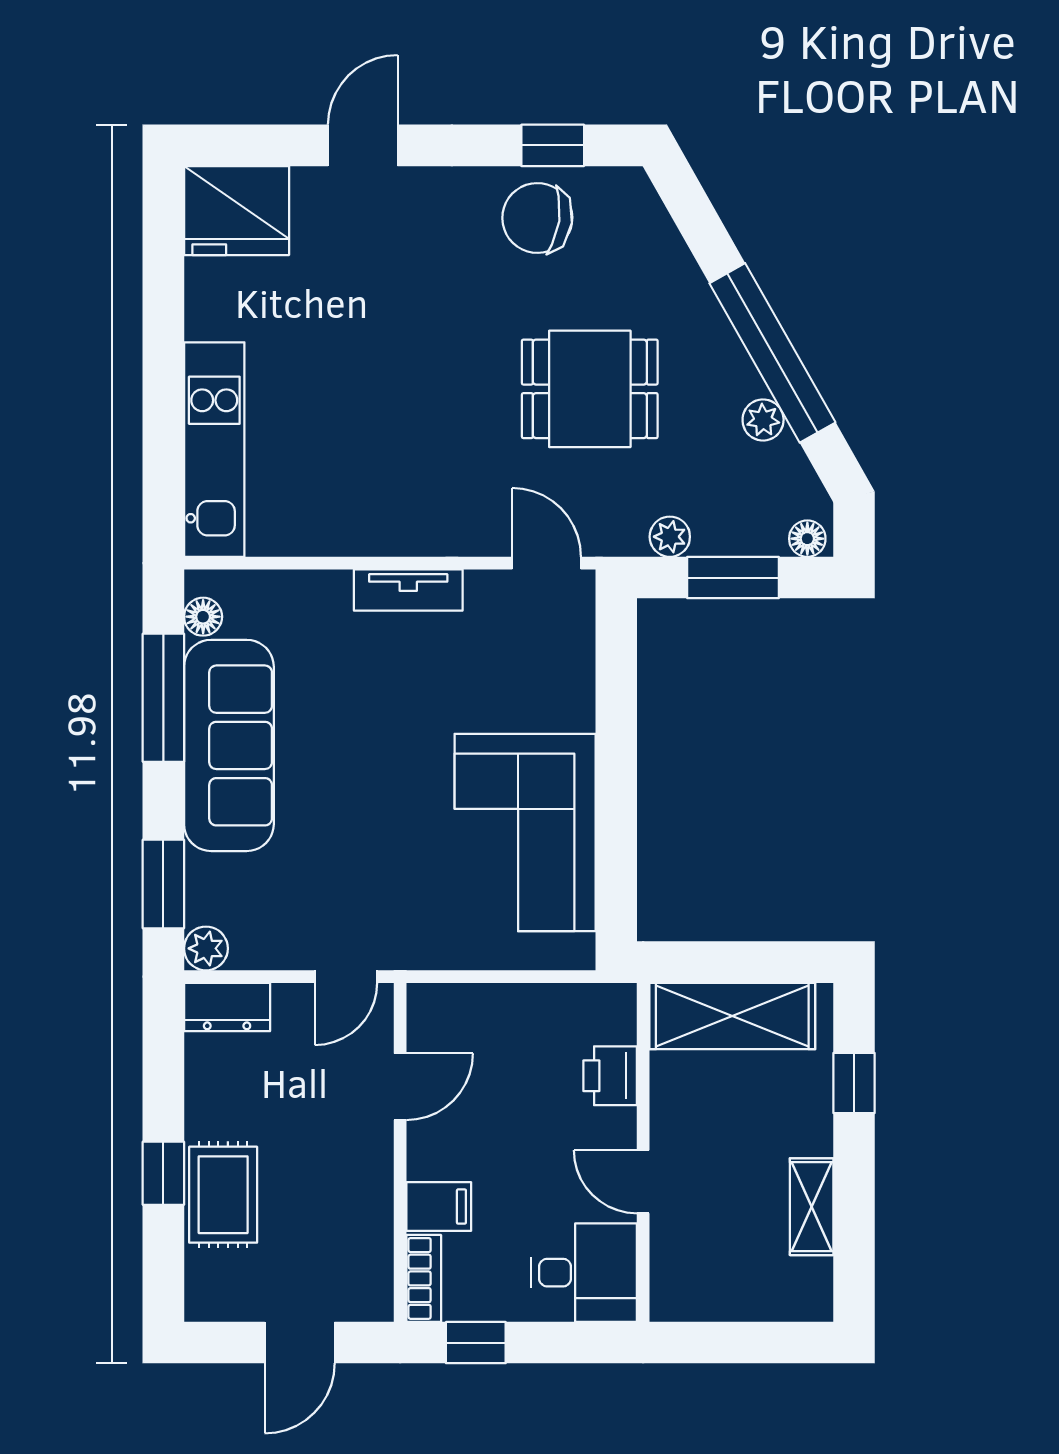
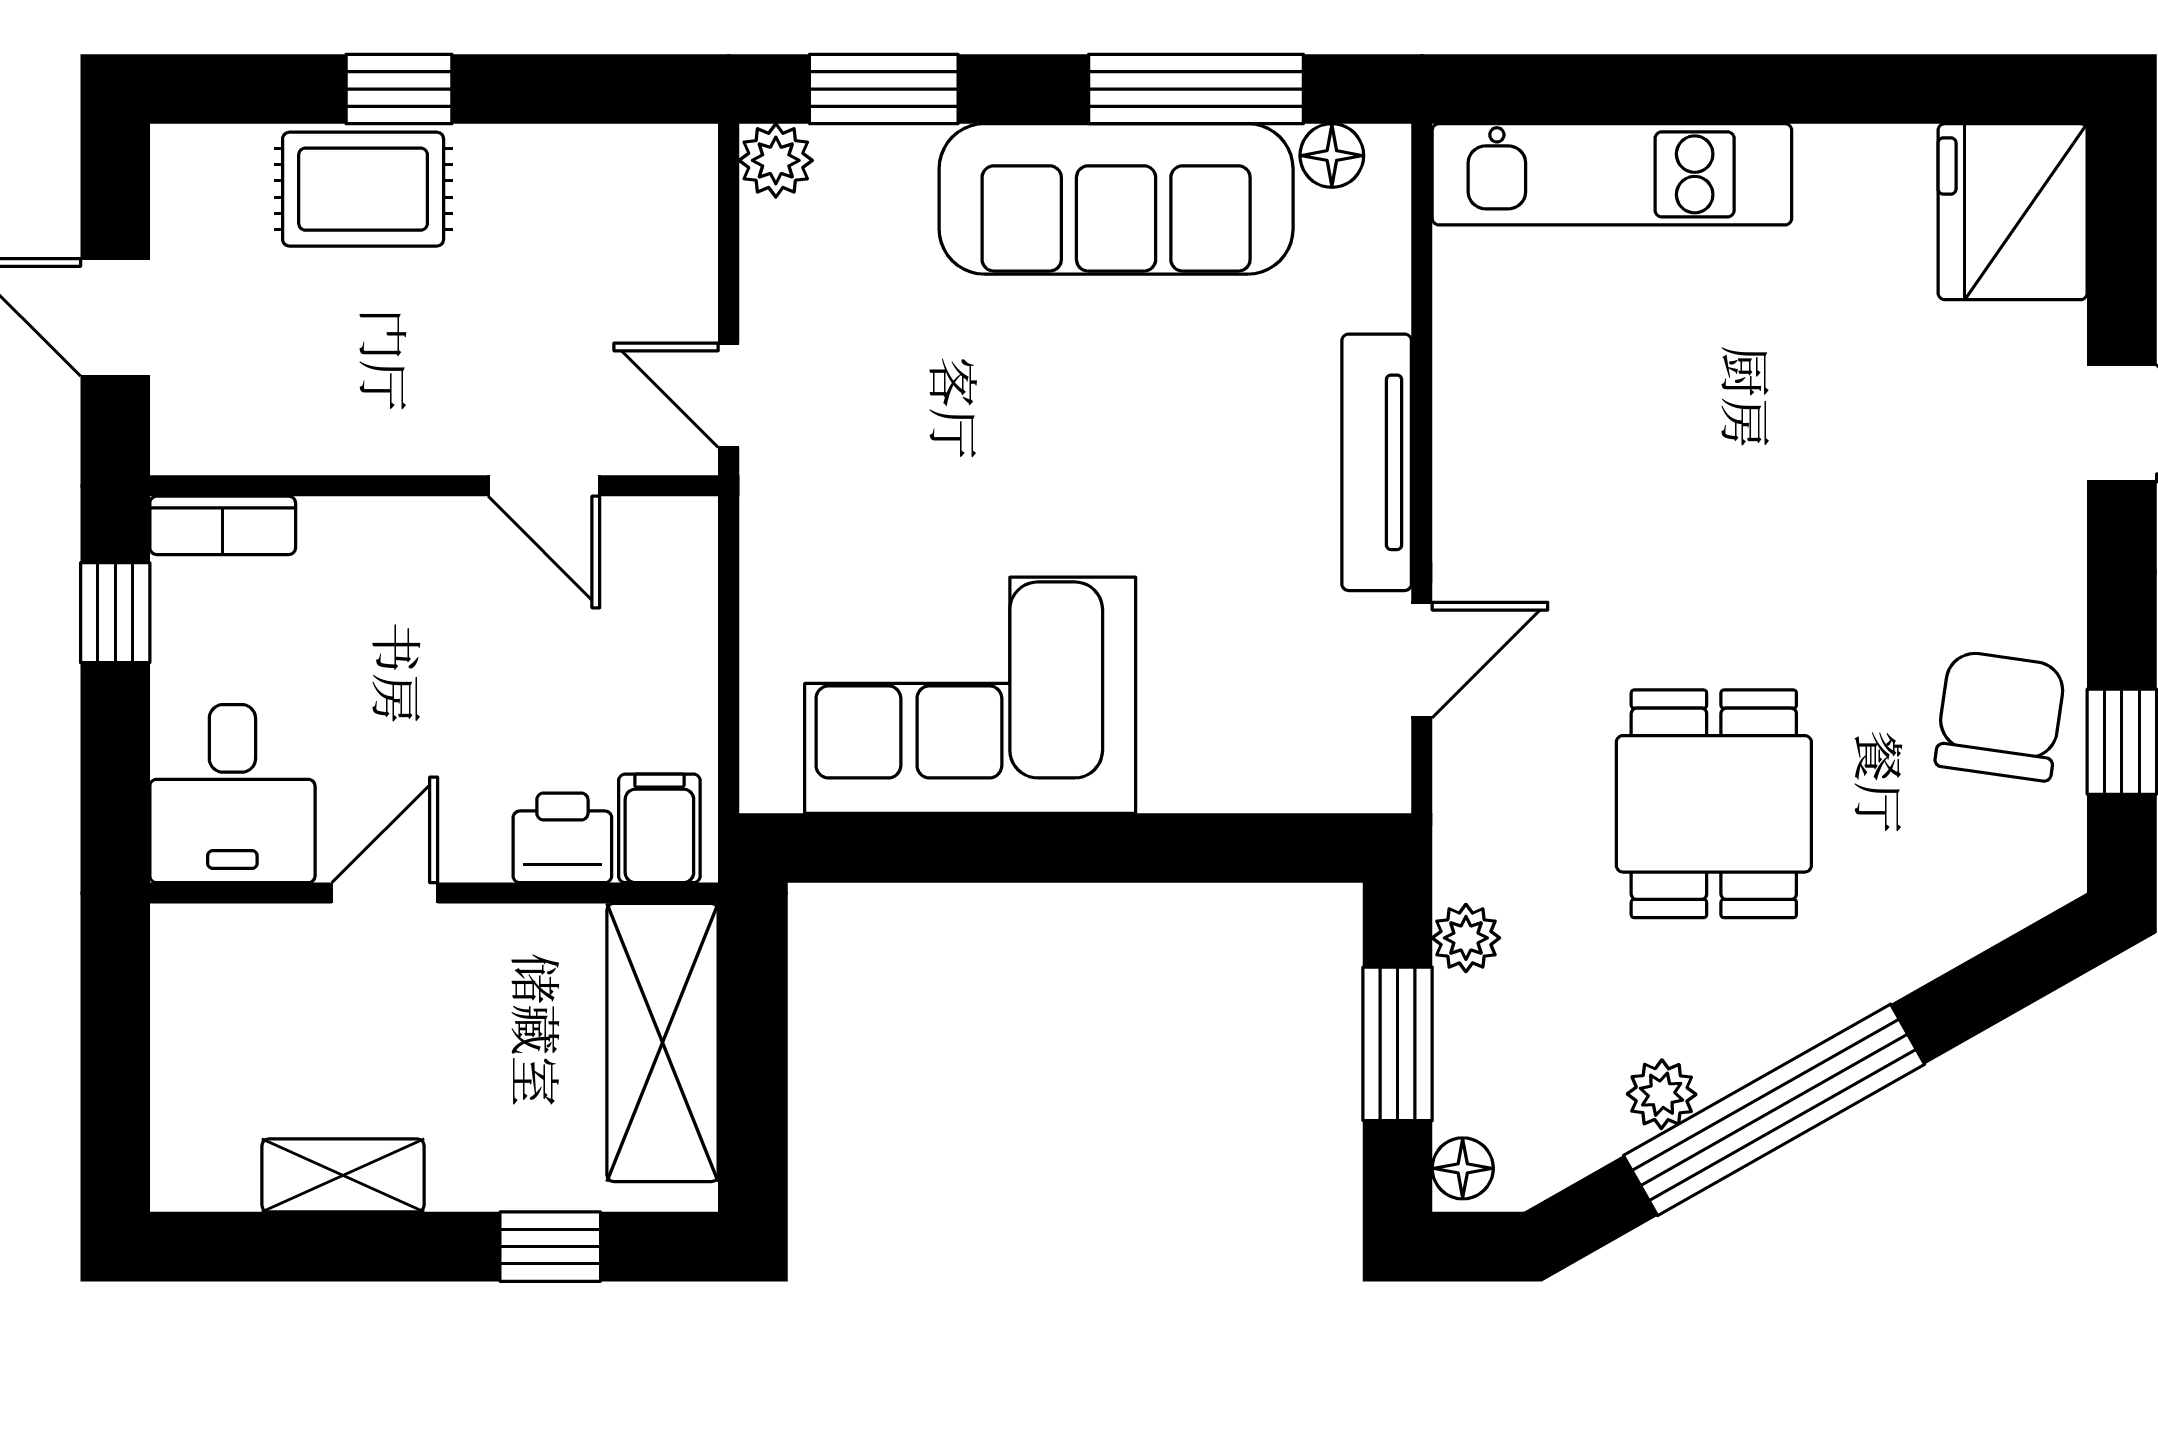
door: (547, 563) -> (1422, 660), moved
tv unit: (408, 590) -> (1377, 462), width x1.41
dresser: (227, 1007) -> (678, 196), removed
filing cabinet: (439, 1207) -> (659, 828), moved, turned 180

